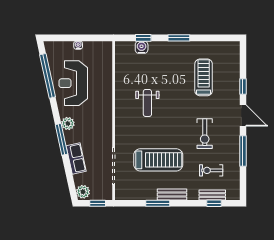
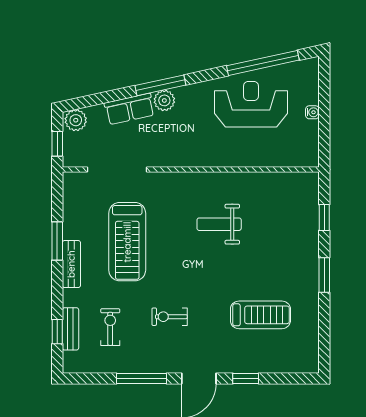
water cooler: (142, 47) -> (309, 215), removed
plant: (68, 123) -> (164, 100), moved
exercise bike: (205, 134) -> (170, 317), width x0.73, depth x0.72

